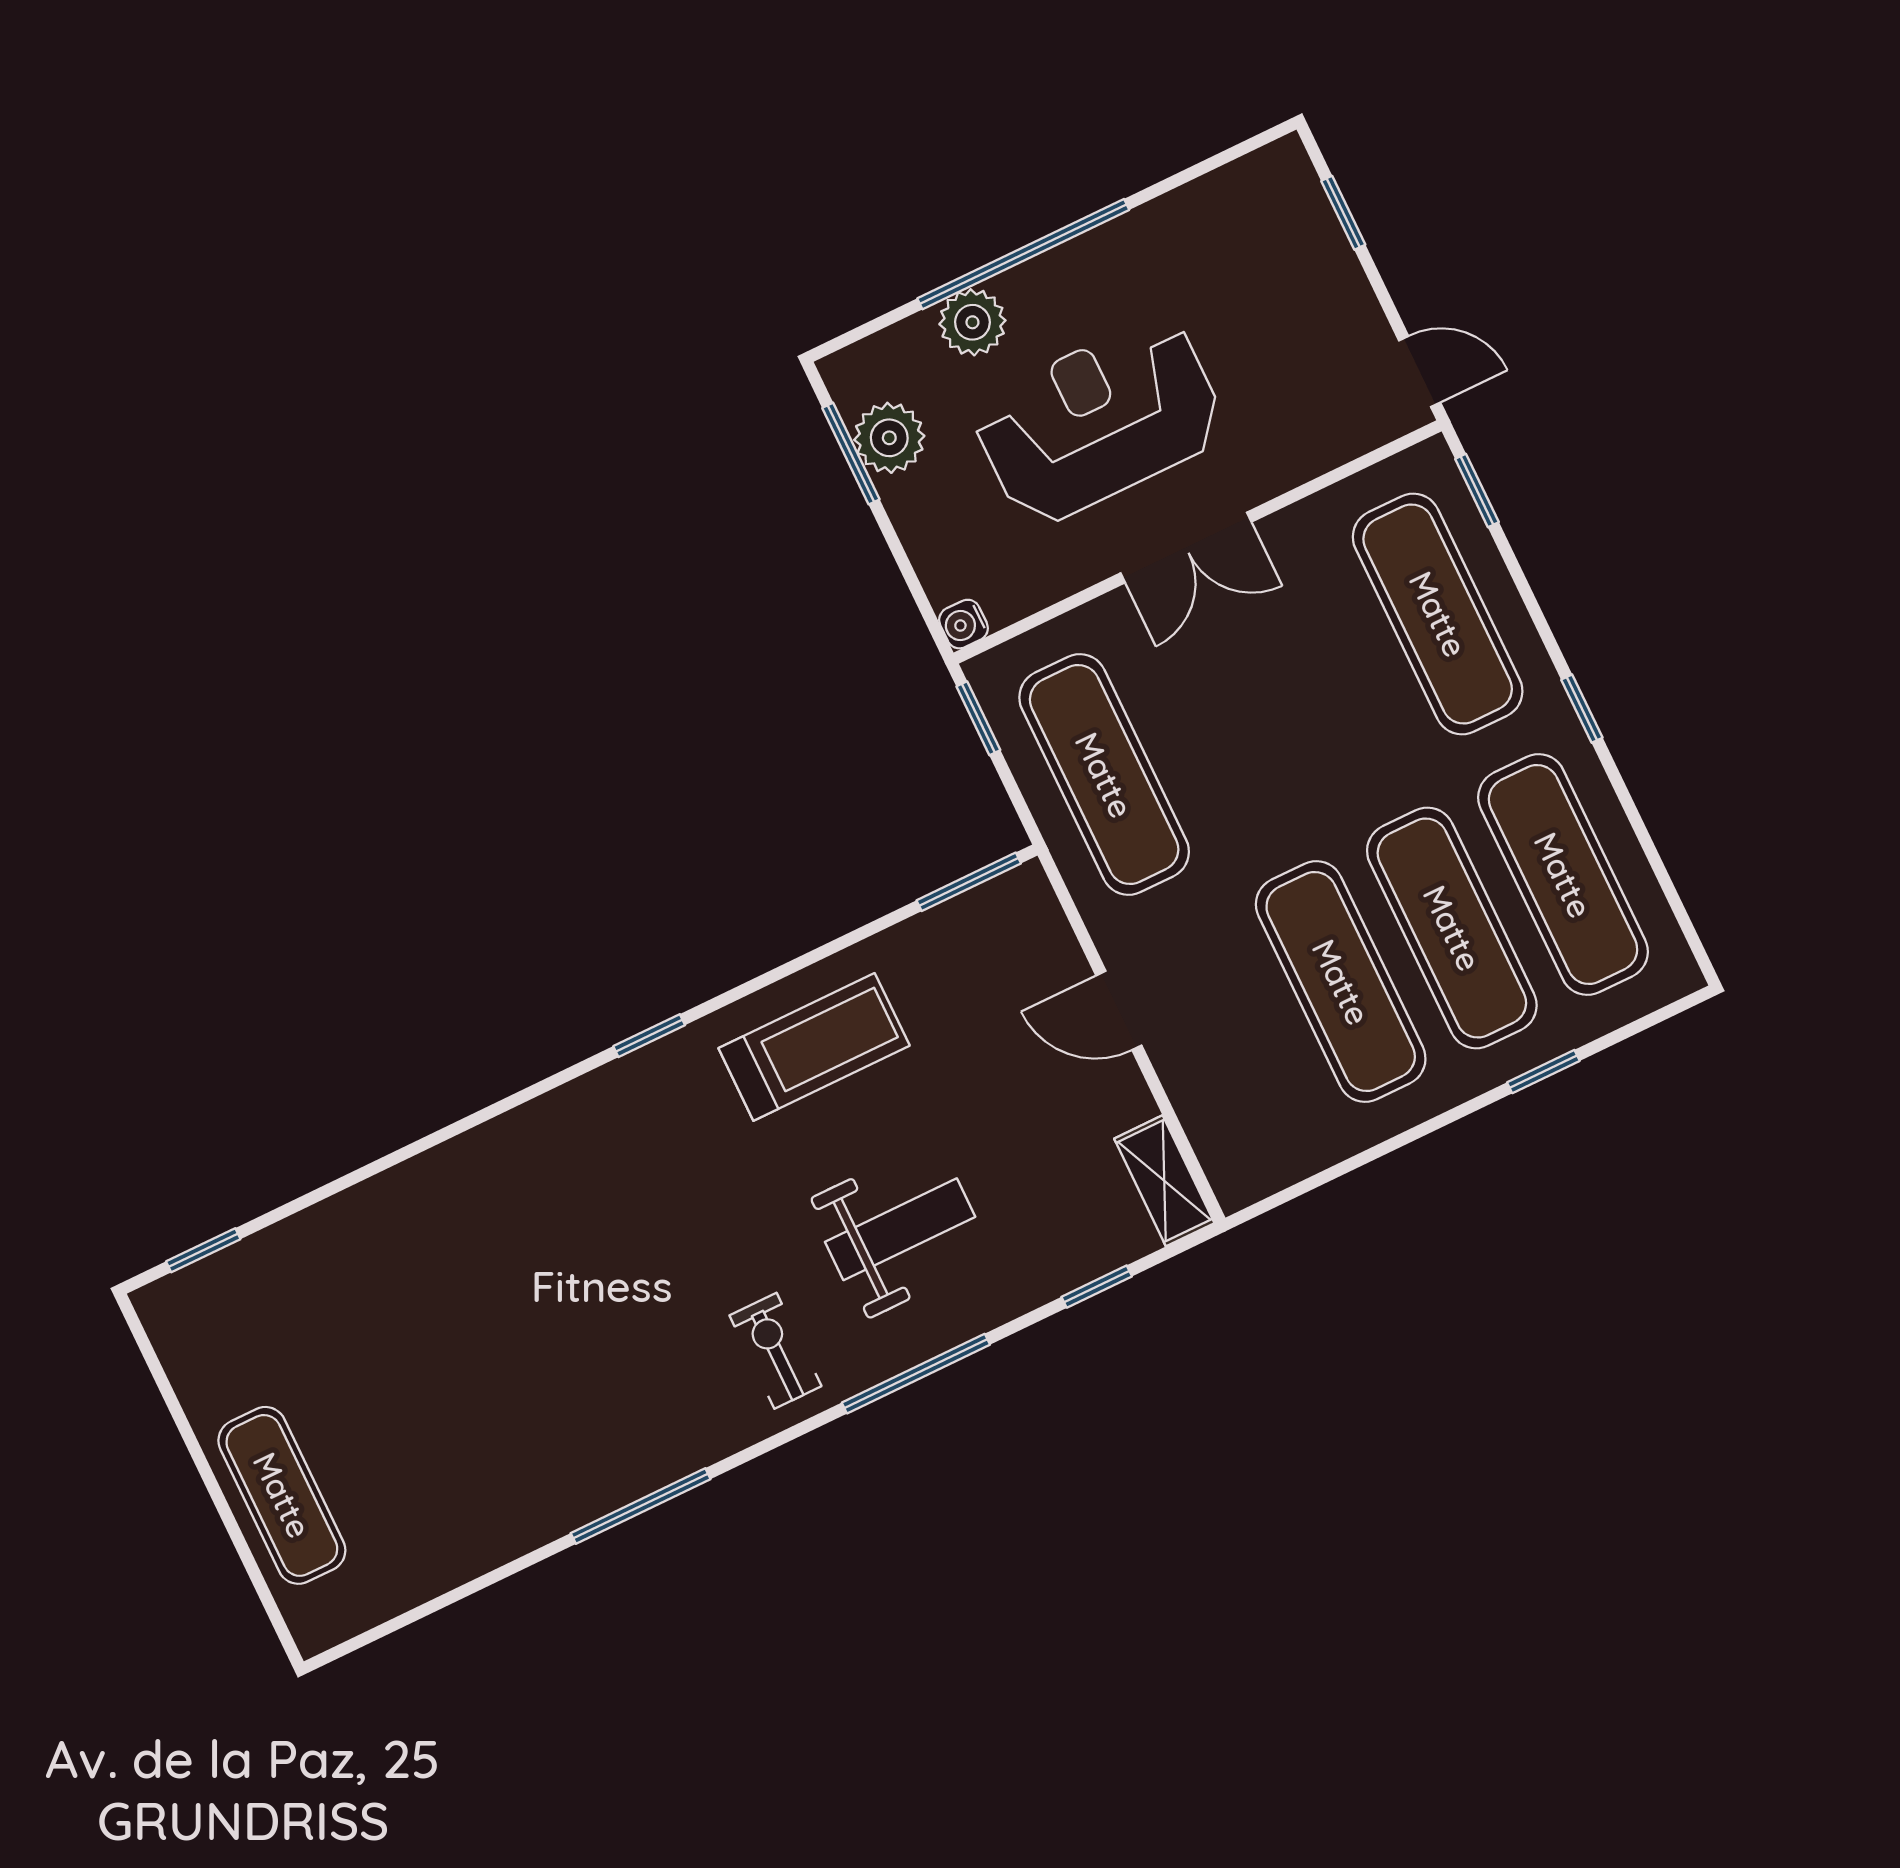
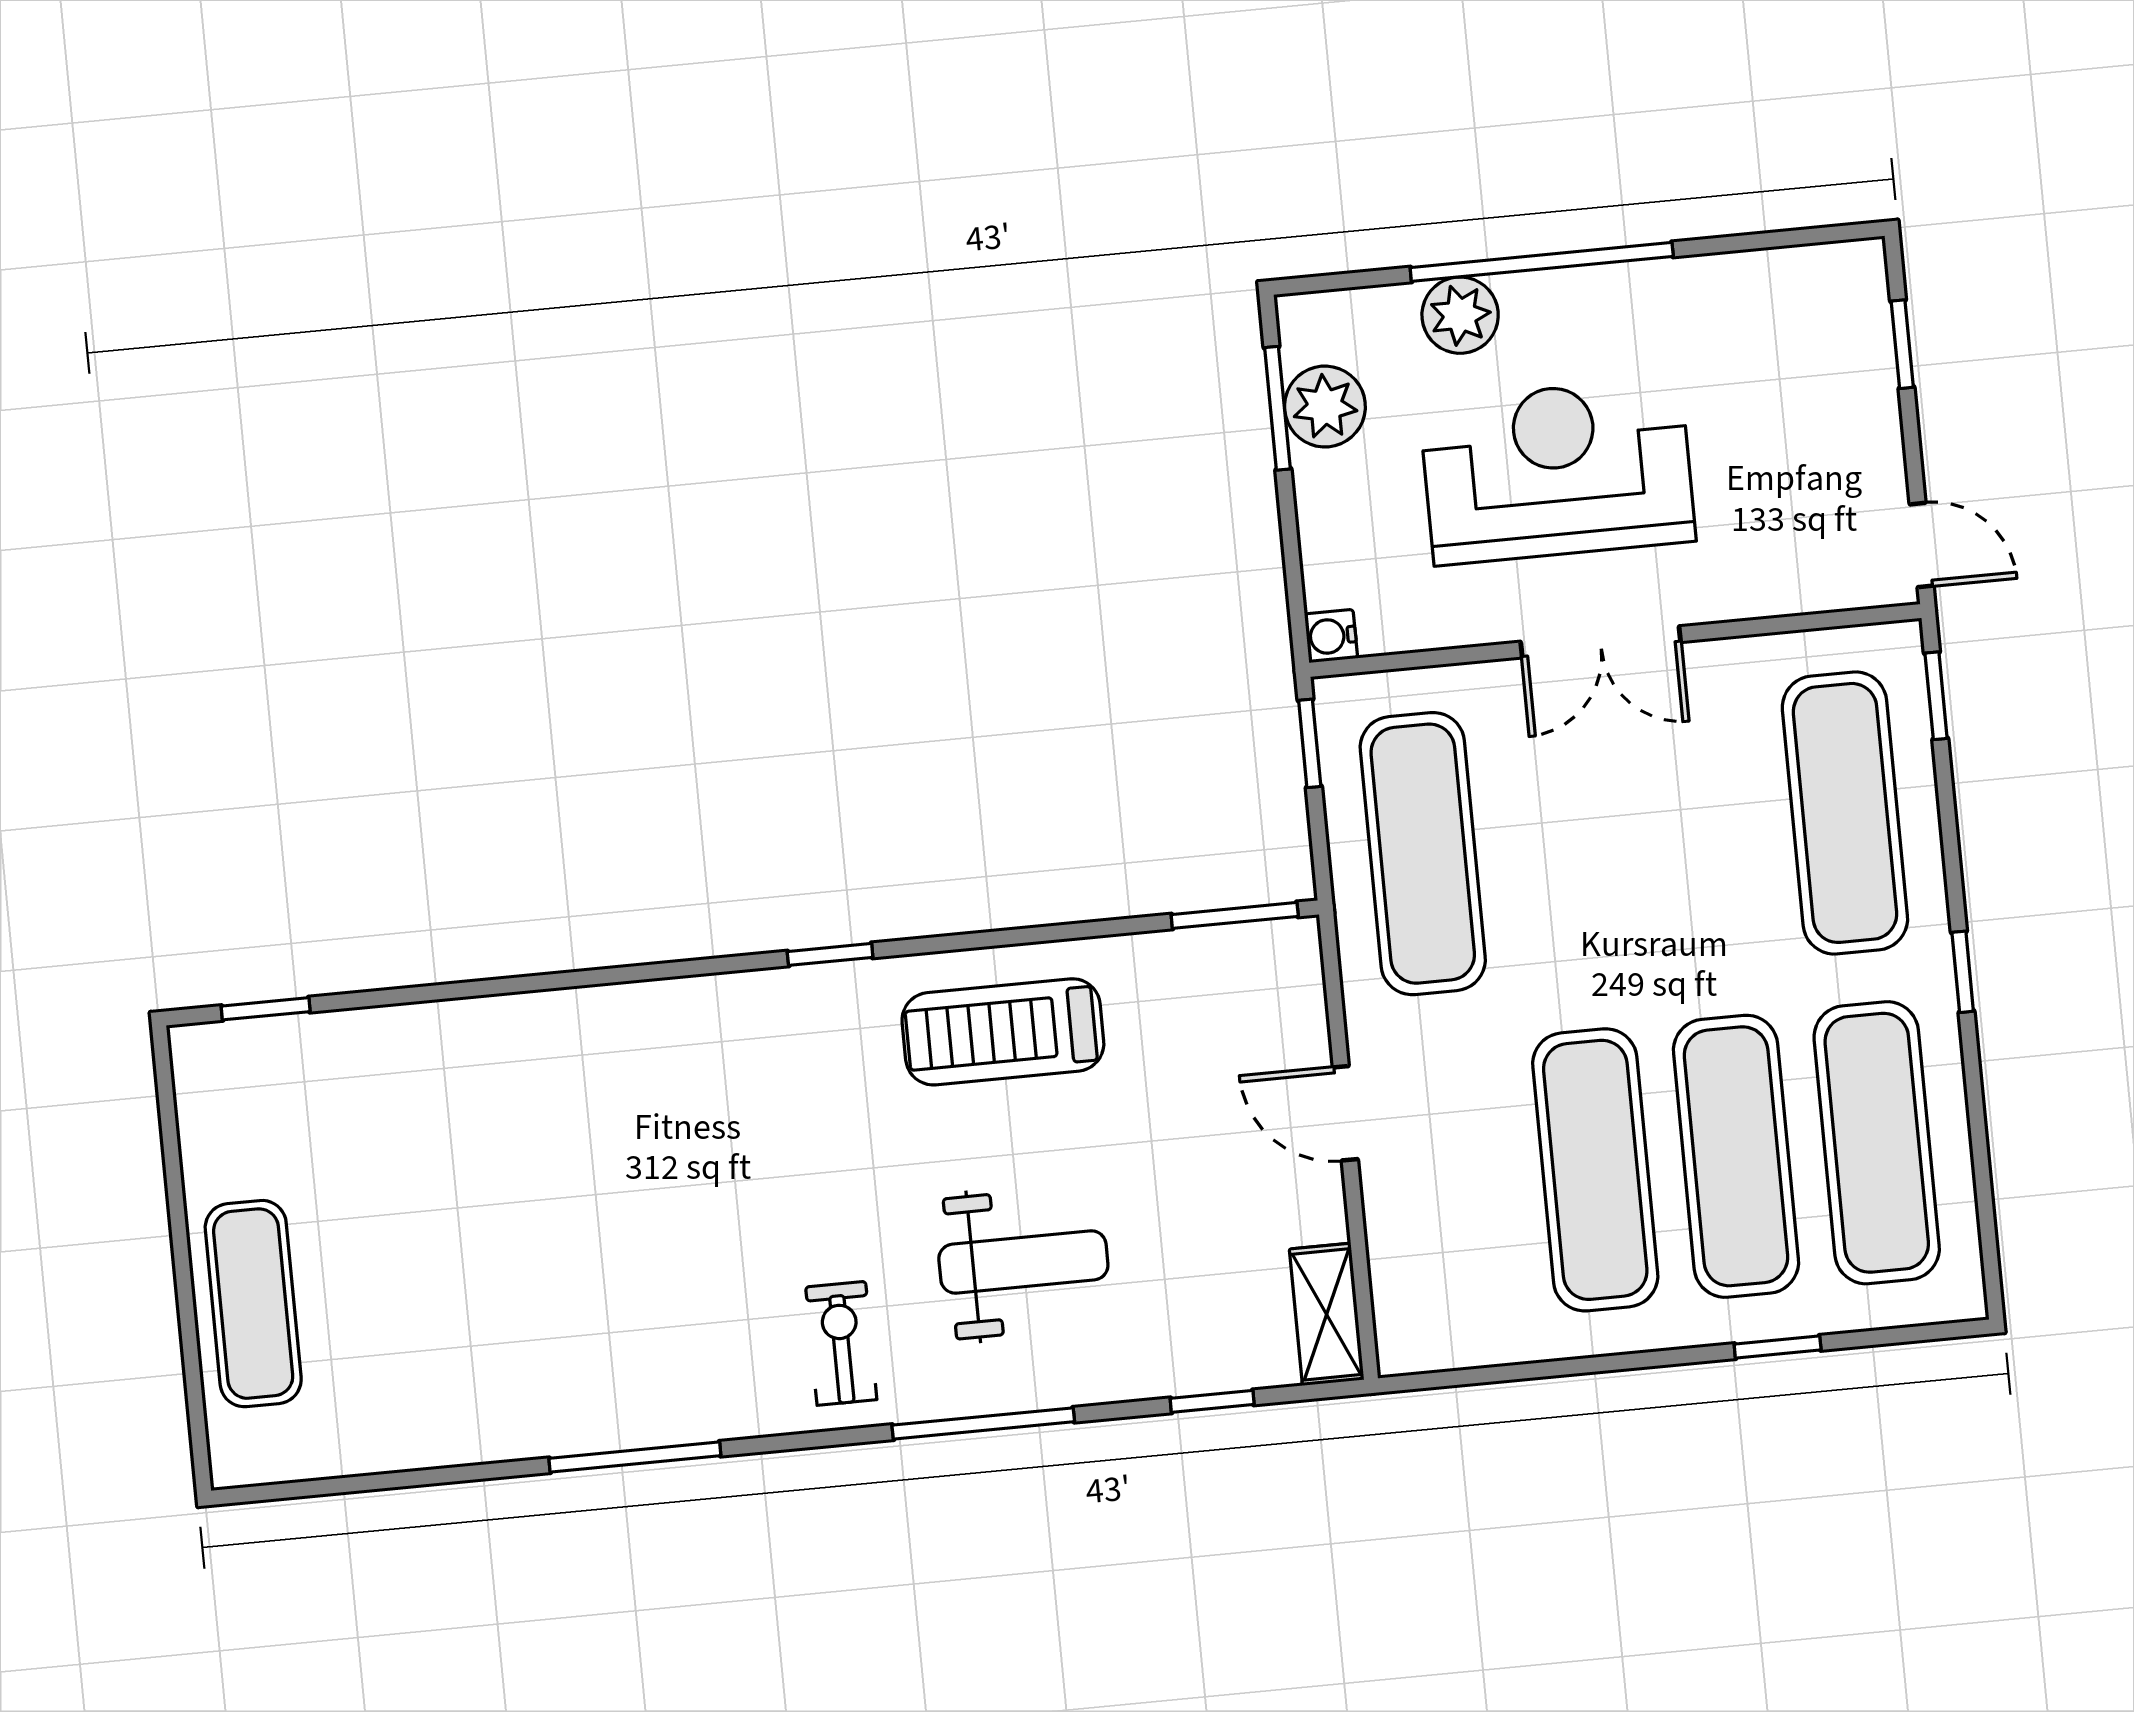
treadmill: (814, 1047) -> (1003, 1032), turned 180

